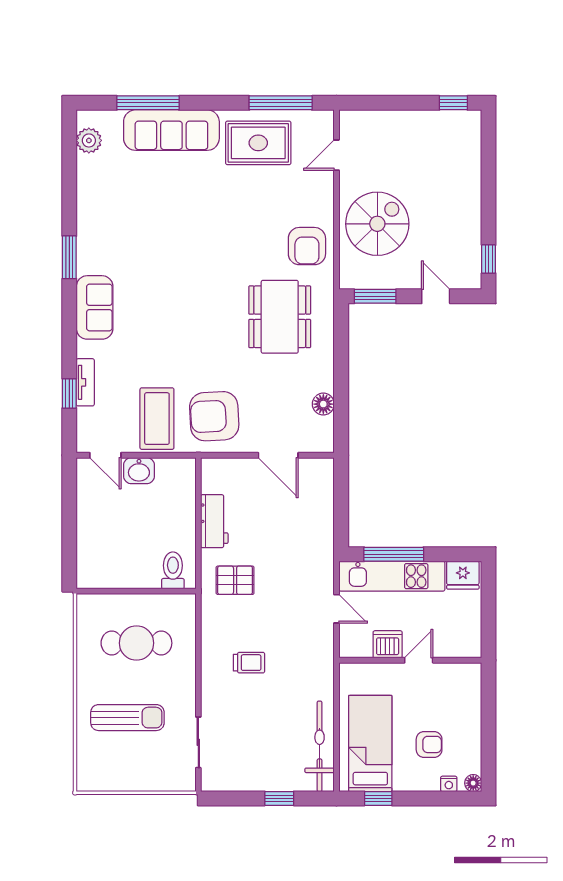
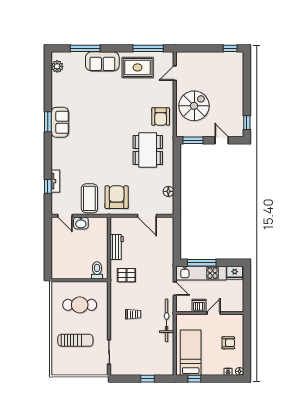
sofa: (171, 130) -> (102, 61), width x0.73
sofa: (95, 307) -> (60, 122), moved
armchair: (214, 416) -> (117, 197), turned 93
armchair: (429, 744) -> (228, 343), moved
bicycle: (320, 746) -> (167, 320), moved

